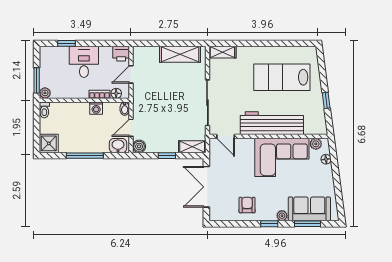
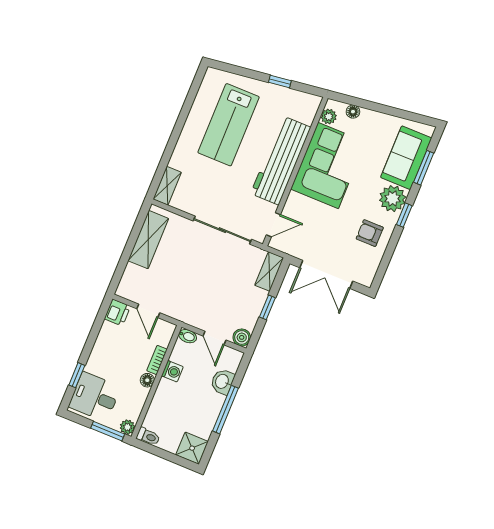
desk: (84, 62) -> (95, 397), moved
floor lamp: (116, 93) -> (147, 380), moved
washbasin: (118, 146) -> (222, 382), moved
plant: (282, 216) -> (393, 199), width x1.88, depth x1.88

